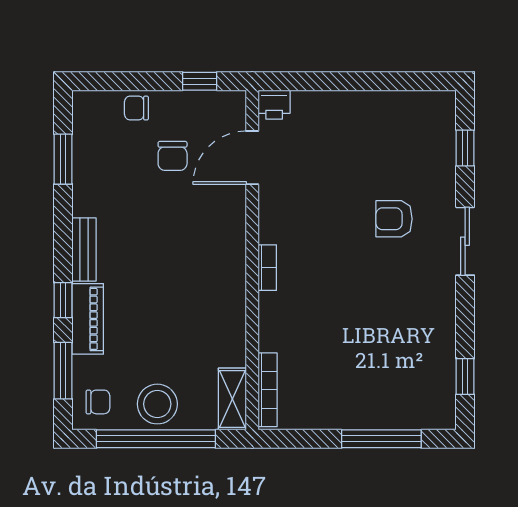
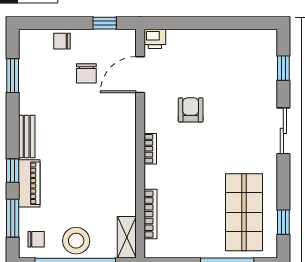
armchair: (394, 219) -> (191, 110), moved, turned 90
shop shelf: (406, 362) -> (244, 212), added
bookcase: (268, 390) -> (150, 214), moved

